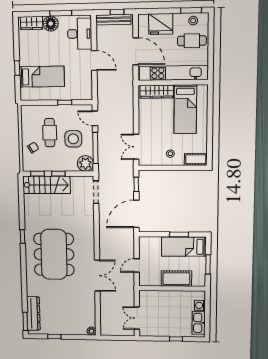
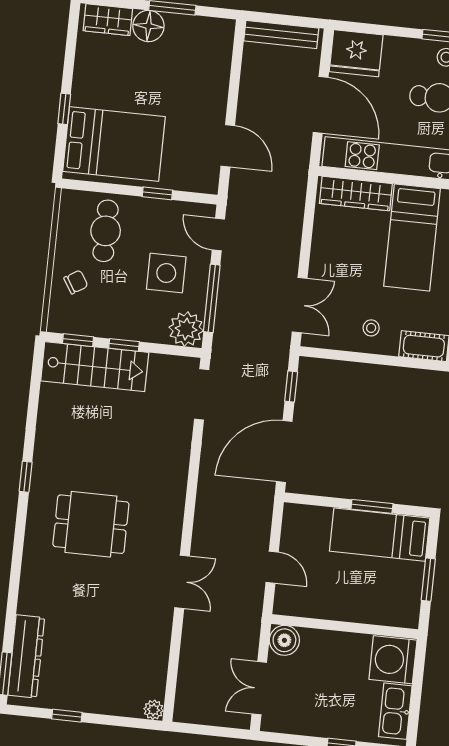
window: (117, 12) -> (291, 20), removed
fridge: (161, 24) -> (356, 53), moved
desk: (80, 34) -> (207, 54), removed
door: (94, 61) -> (228, 146), moved
bed: (42, 77) -> (114, 144), width x1.50
cafe table: (50, 133) -> (106, 231), moved
double door: (136, 147) -> (300, 305), swing flipped
dining table: (54, 254) -> (91, 524), width x0.53, depth x0.80
door: (137, 266) -> (272, 567), swing flipped
double door: (97, 276) -> (182, 582), width x0.73
cot: (176, 279) -> (356, 605), removed
boiler: (146, 297) -> (284, 640), added
washing machine: (200, 305) -> (393, 660), width x1.89, depth x1.89

